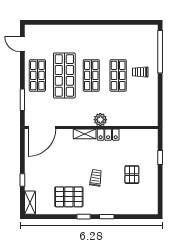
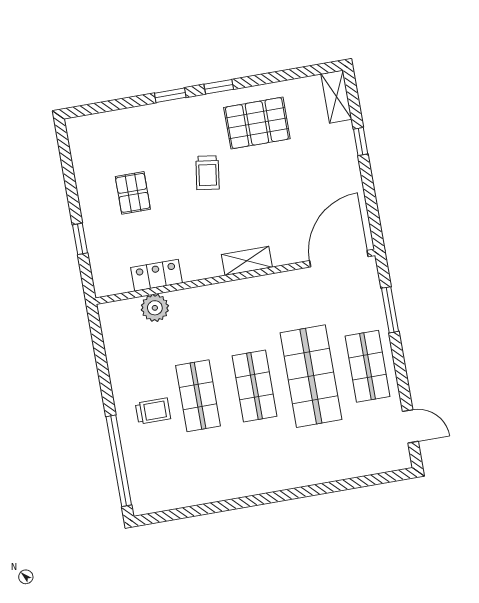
plant: (100, 120) -> (155, 308), moved
locker: (108, 135) -> (156, 275), moved

